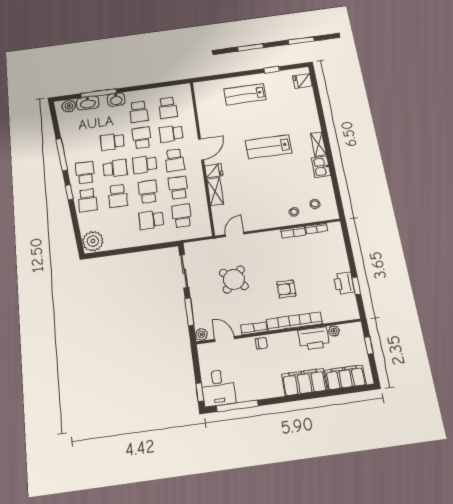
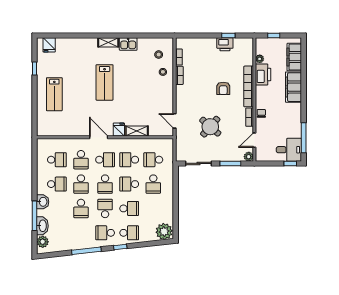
school desk: (142, 138) -> (81, 184), turned -90

